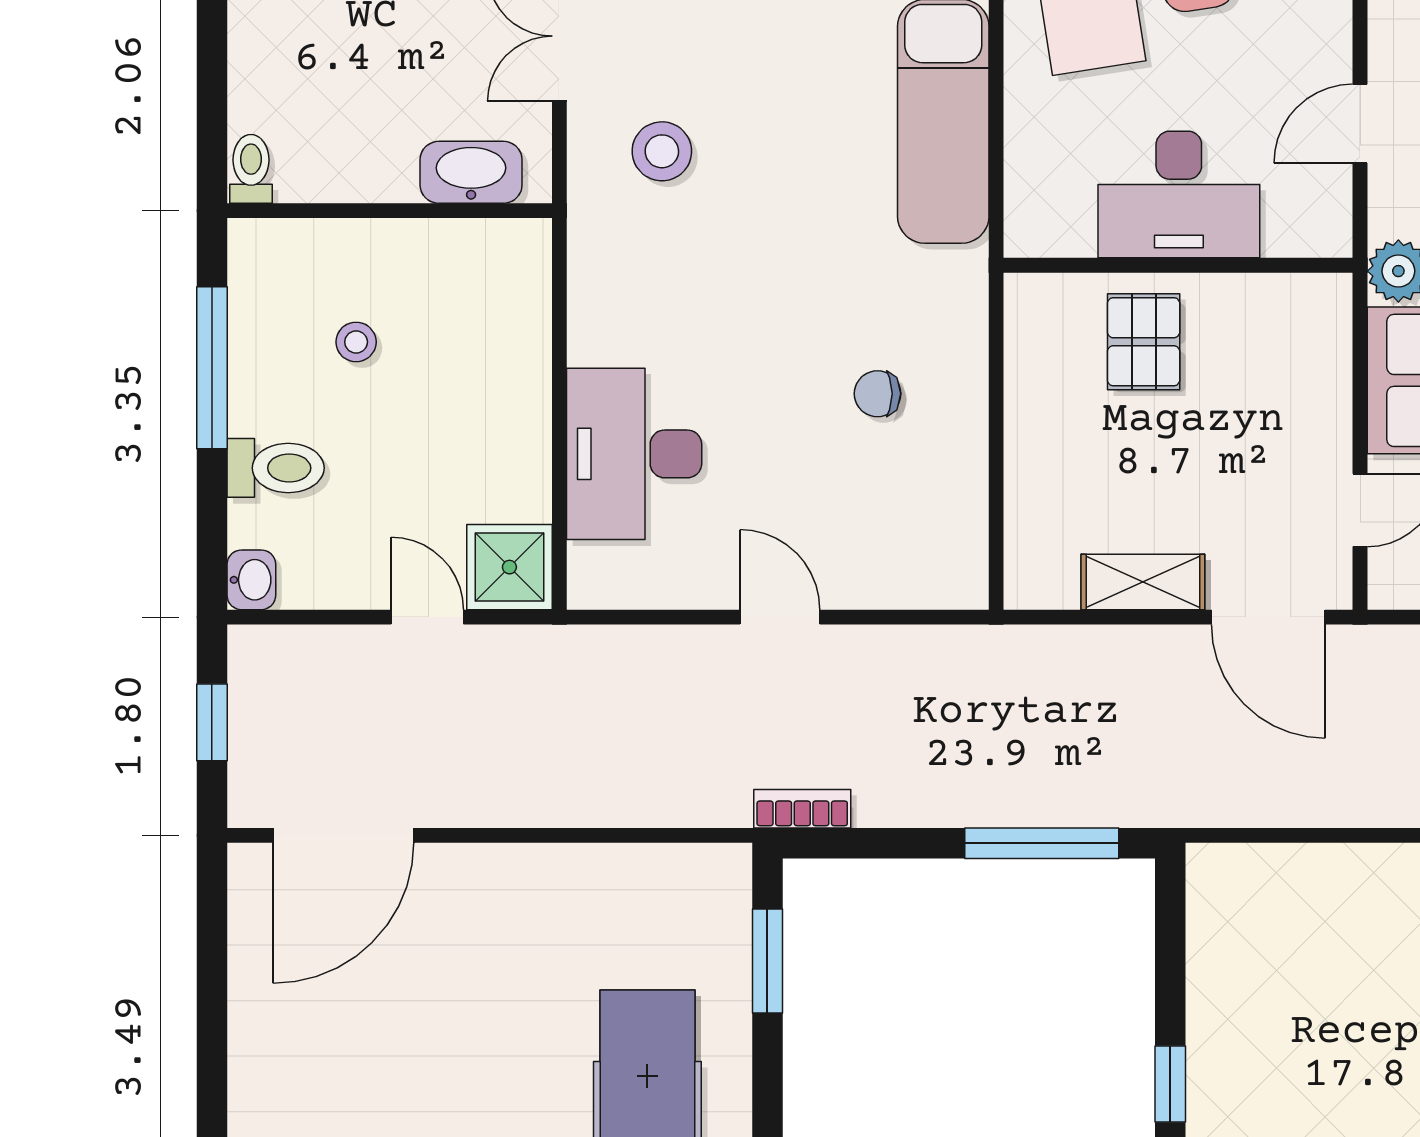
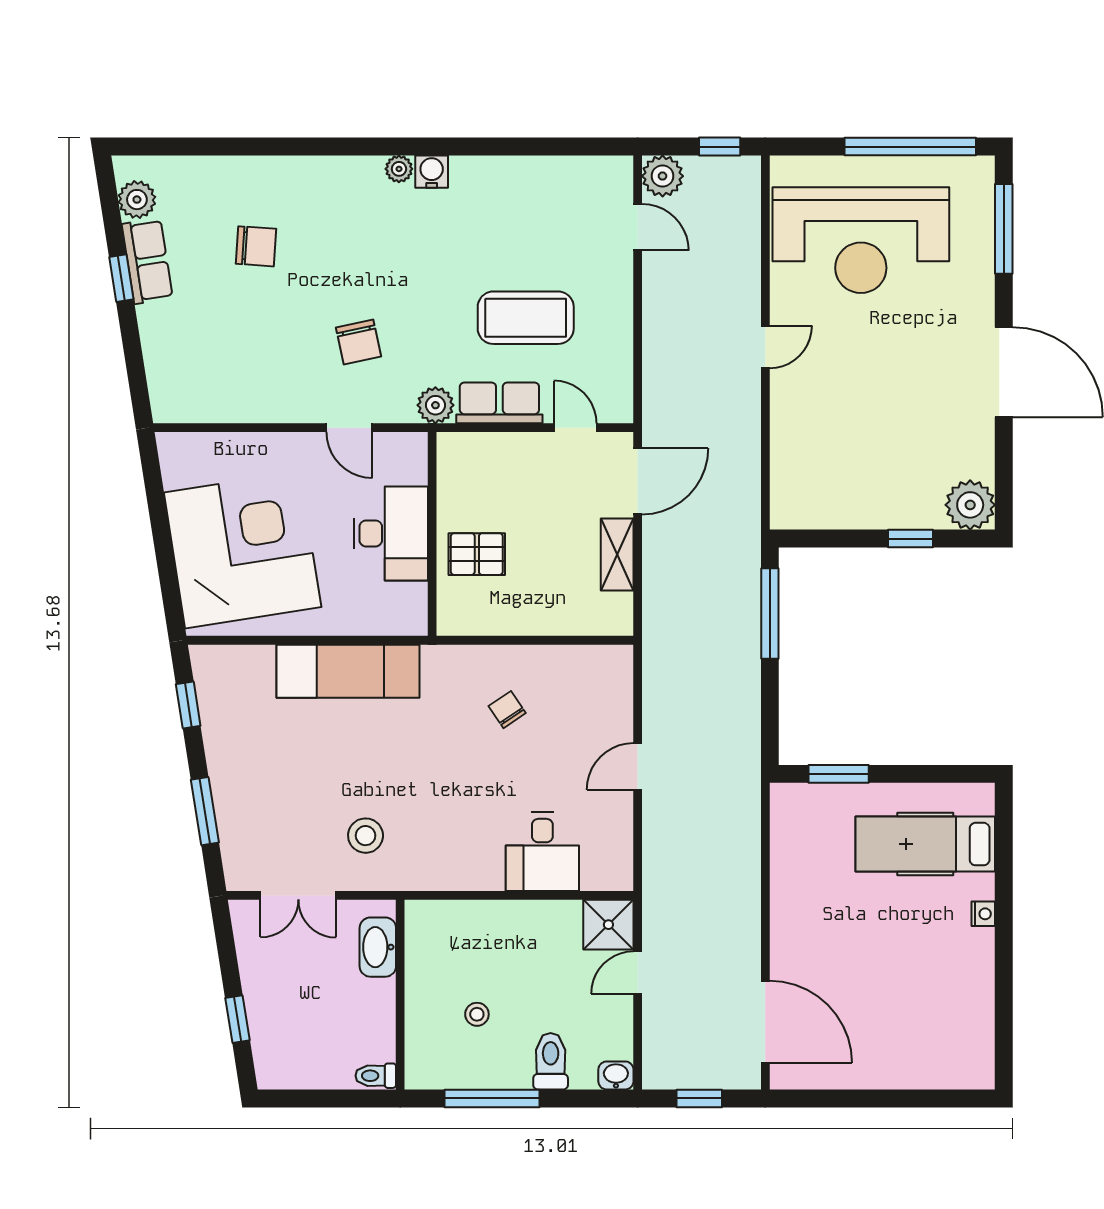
chair: (878, 394) -> (507, 710), turned 146
desk: (634, 454) -> (542, 852), width x0.73
bookcase: (802, 809) -> (750, 754), removed

